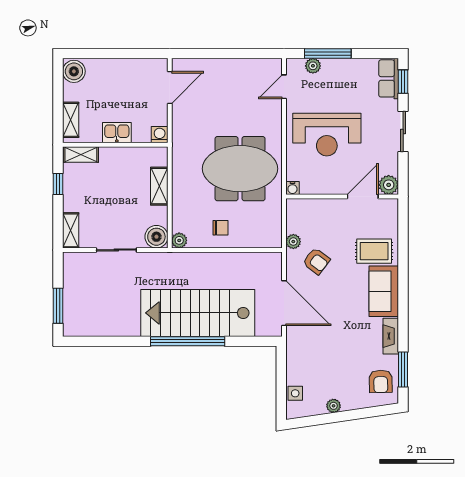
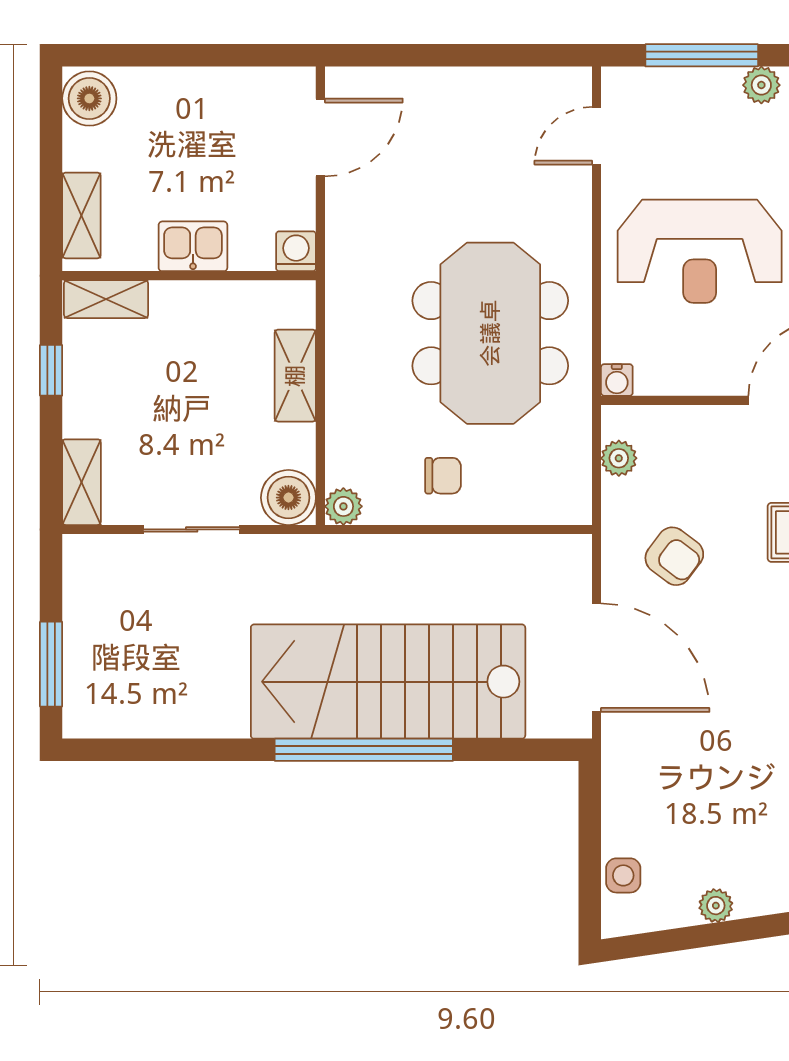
plant: (313, 66) -> (761, 85), moved
meeting table: (240, 169) -> (490, 333), turned 90
plant: (293, 242) -> (619, 458), moved

